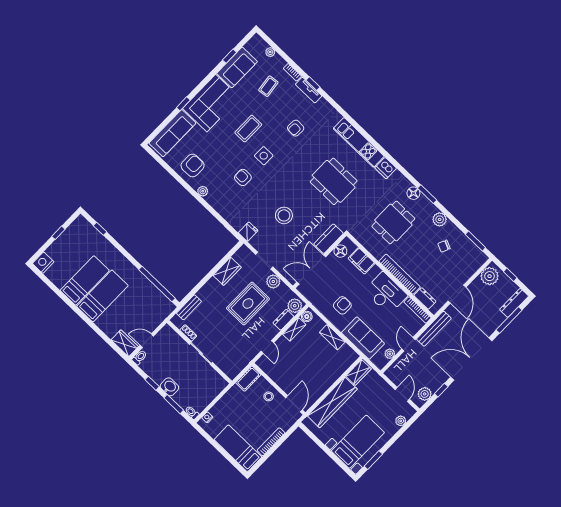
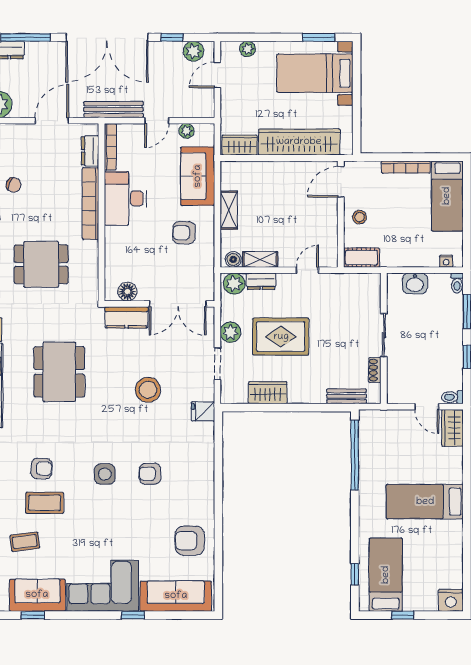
coffee table: (248, 129) -> (45, 503), moved
armchair: (243, 177) -> (150, 474), turned 90
plant: (203, 191) -> (207, 503), removed
filing cabinet: (361, 261) -> (116, 259), removed
bed: (85, 280) -> (386, 575), moved, turned 90
washbasin: (169, 387) -> (415, 283), moved, turned -90

